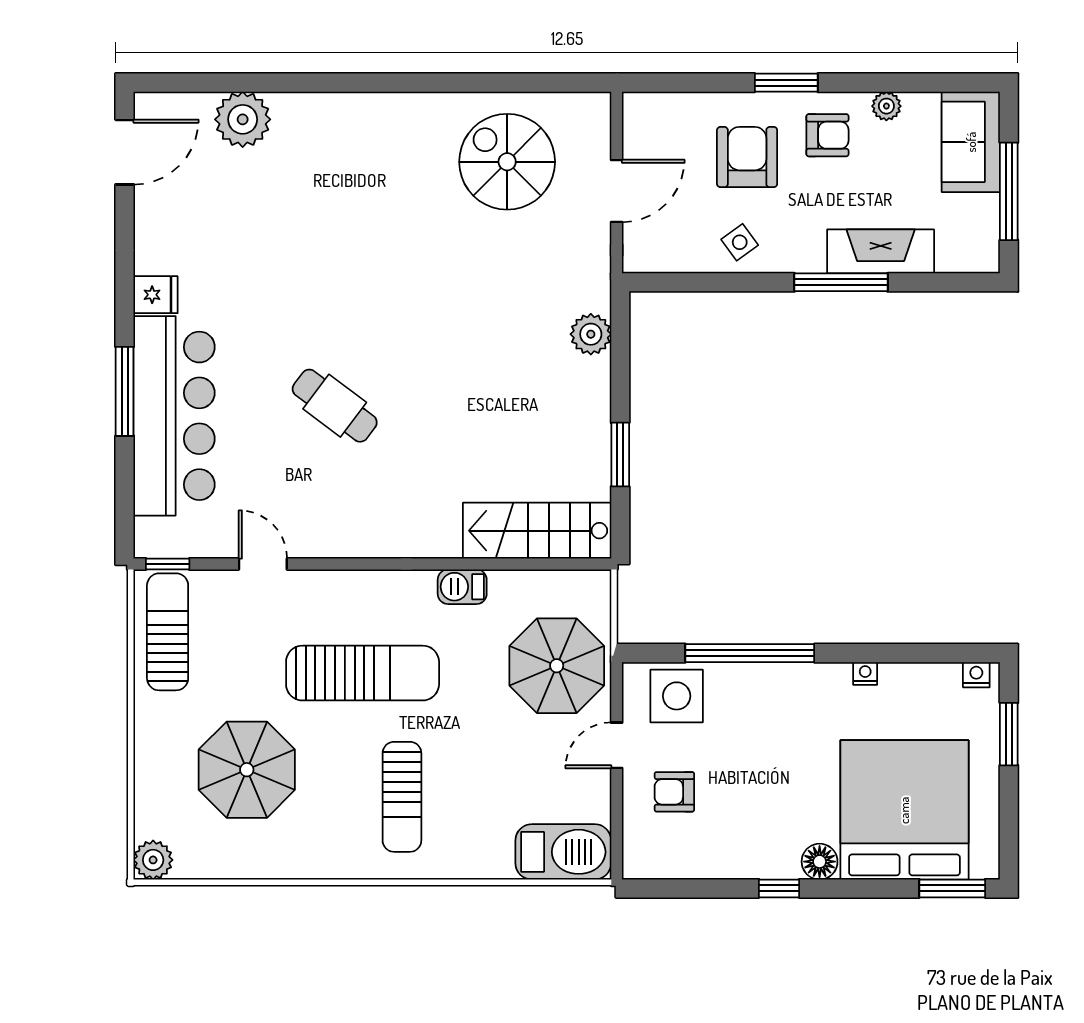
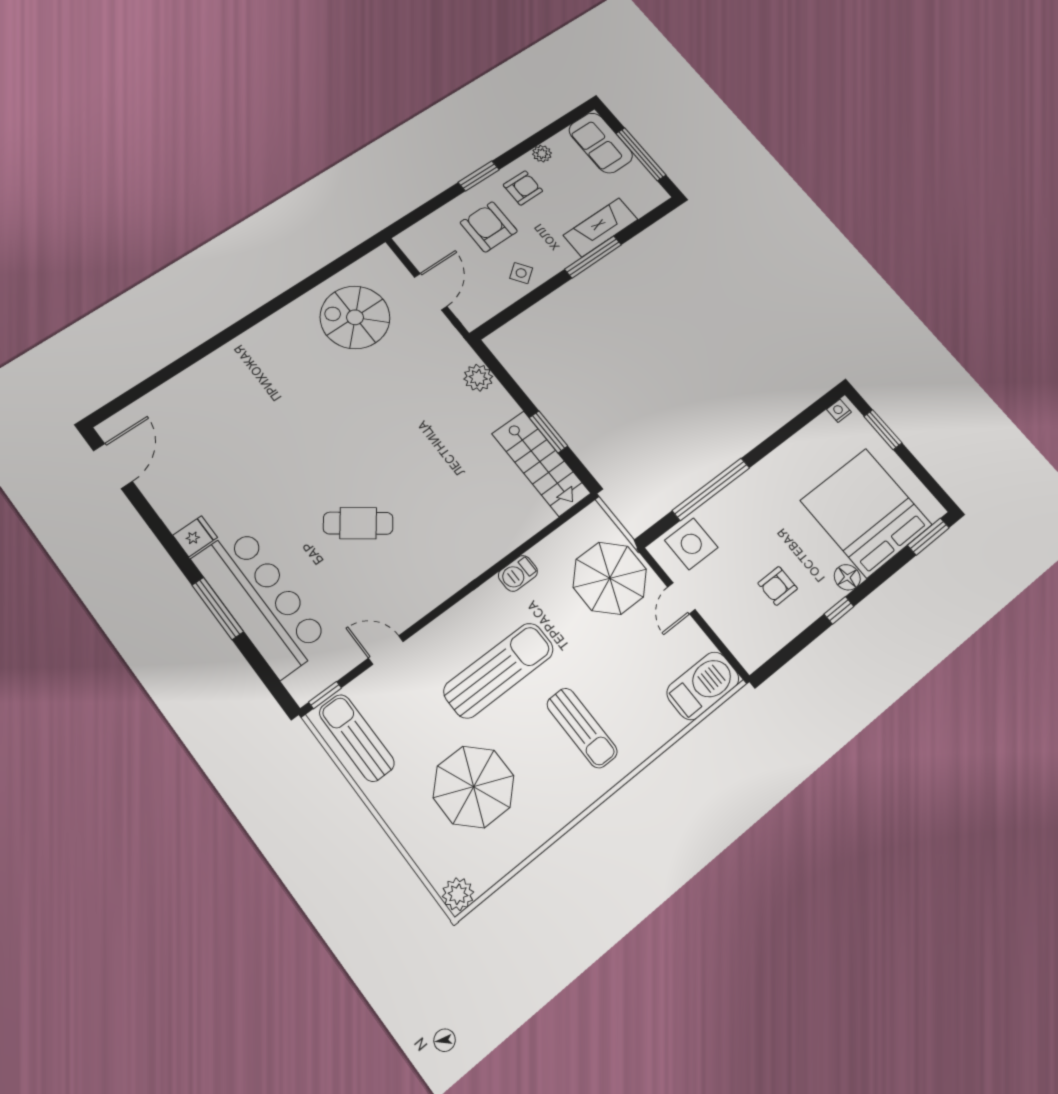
plant: (243, 119) -> (175, 398), removed
stairs: (537, 531) -> (541, 463), moved, turned -90
nightstand: (865, 673) -> (782, 454), removed
armchair: (674, 792) -> (778, 586), moved

